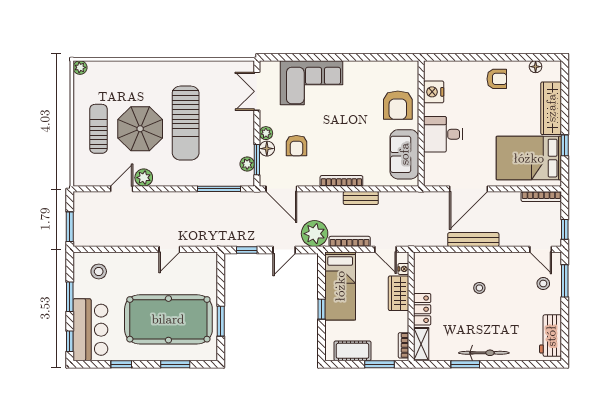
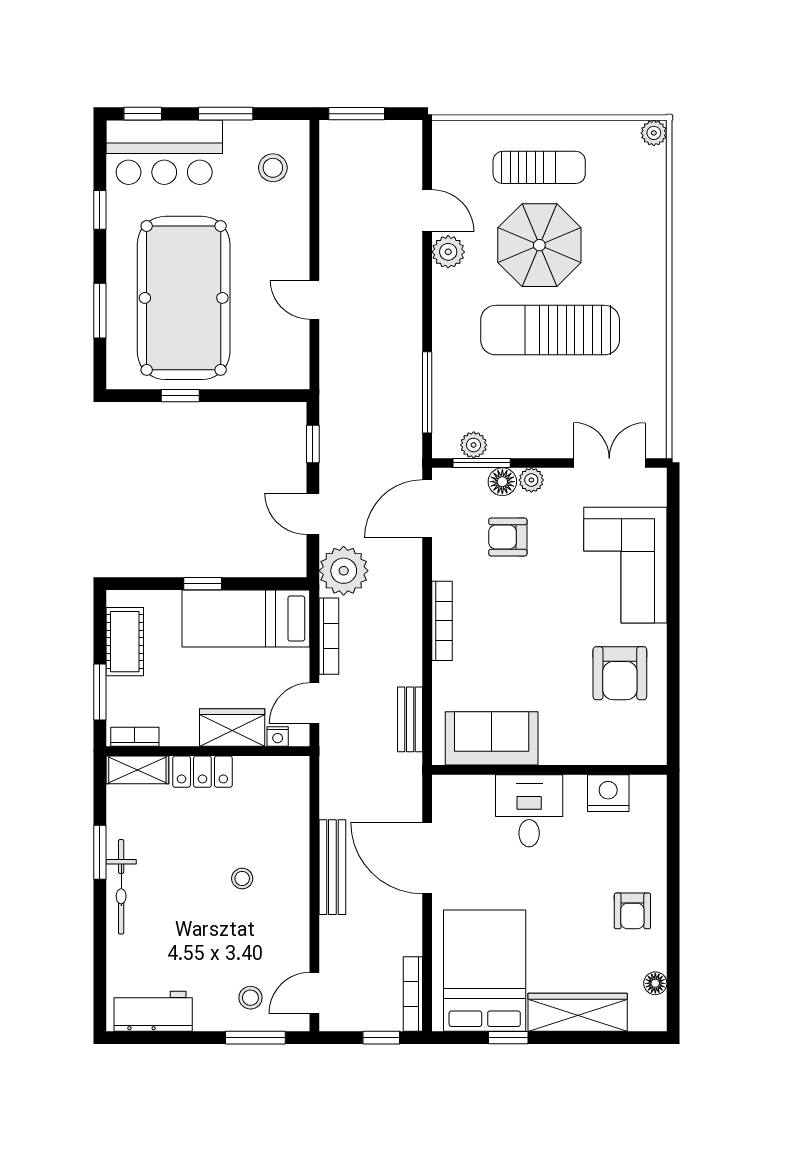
armchair: (398, 105) -> (620, 673), moved, turned -90
bench: (361, 198) -> (410, 719), moved
window: (565, 229) -> (381, 1038), moved
window: (221, 321) -> (180, 396), width x0.67

